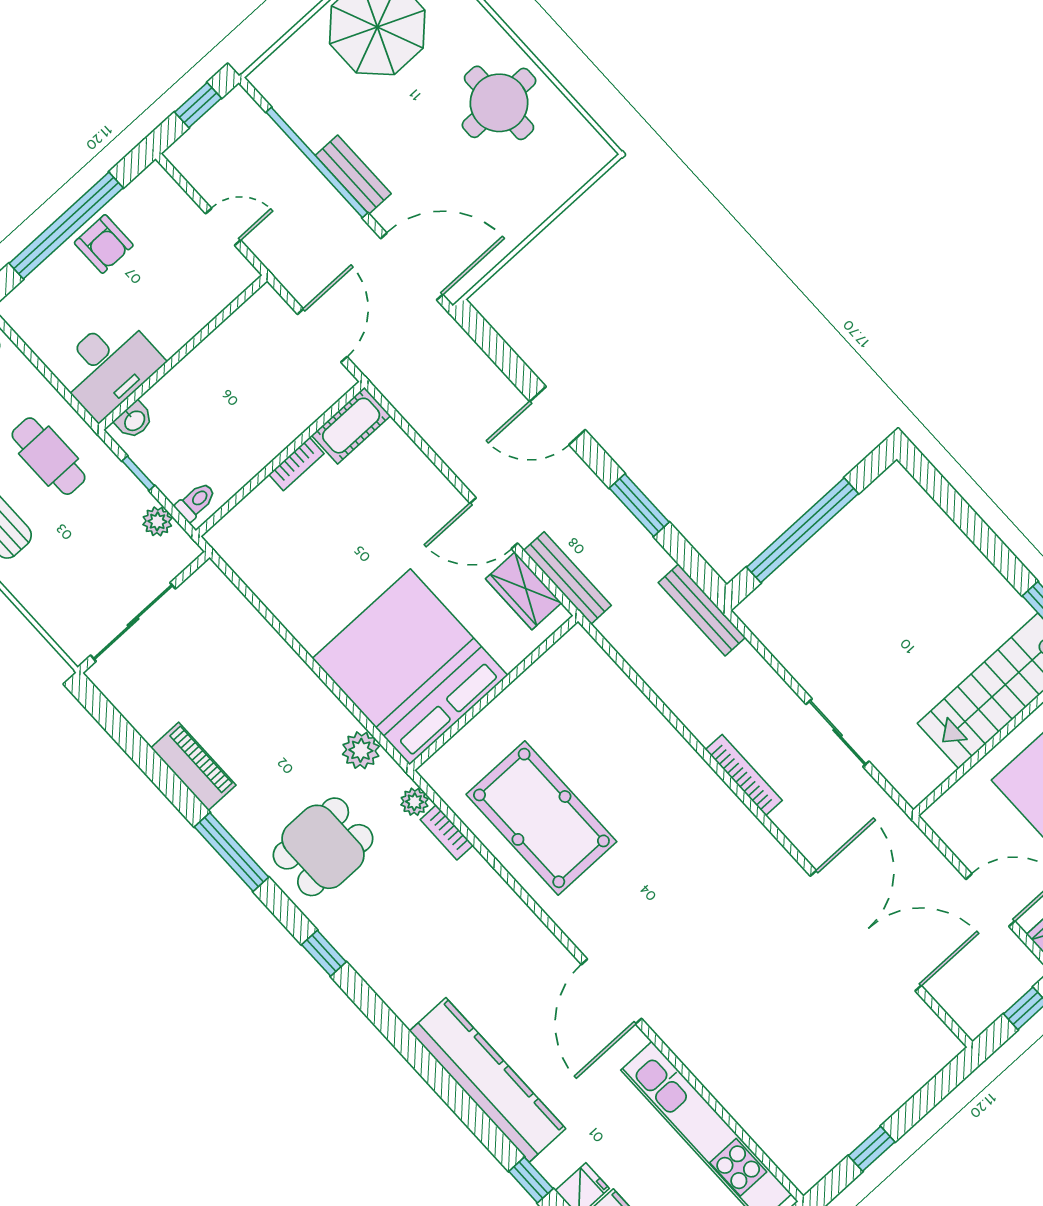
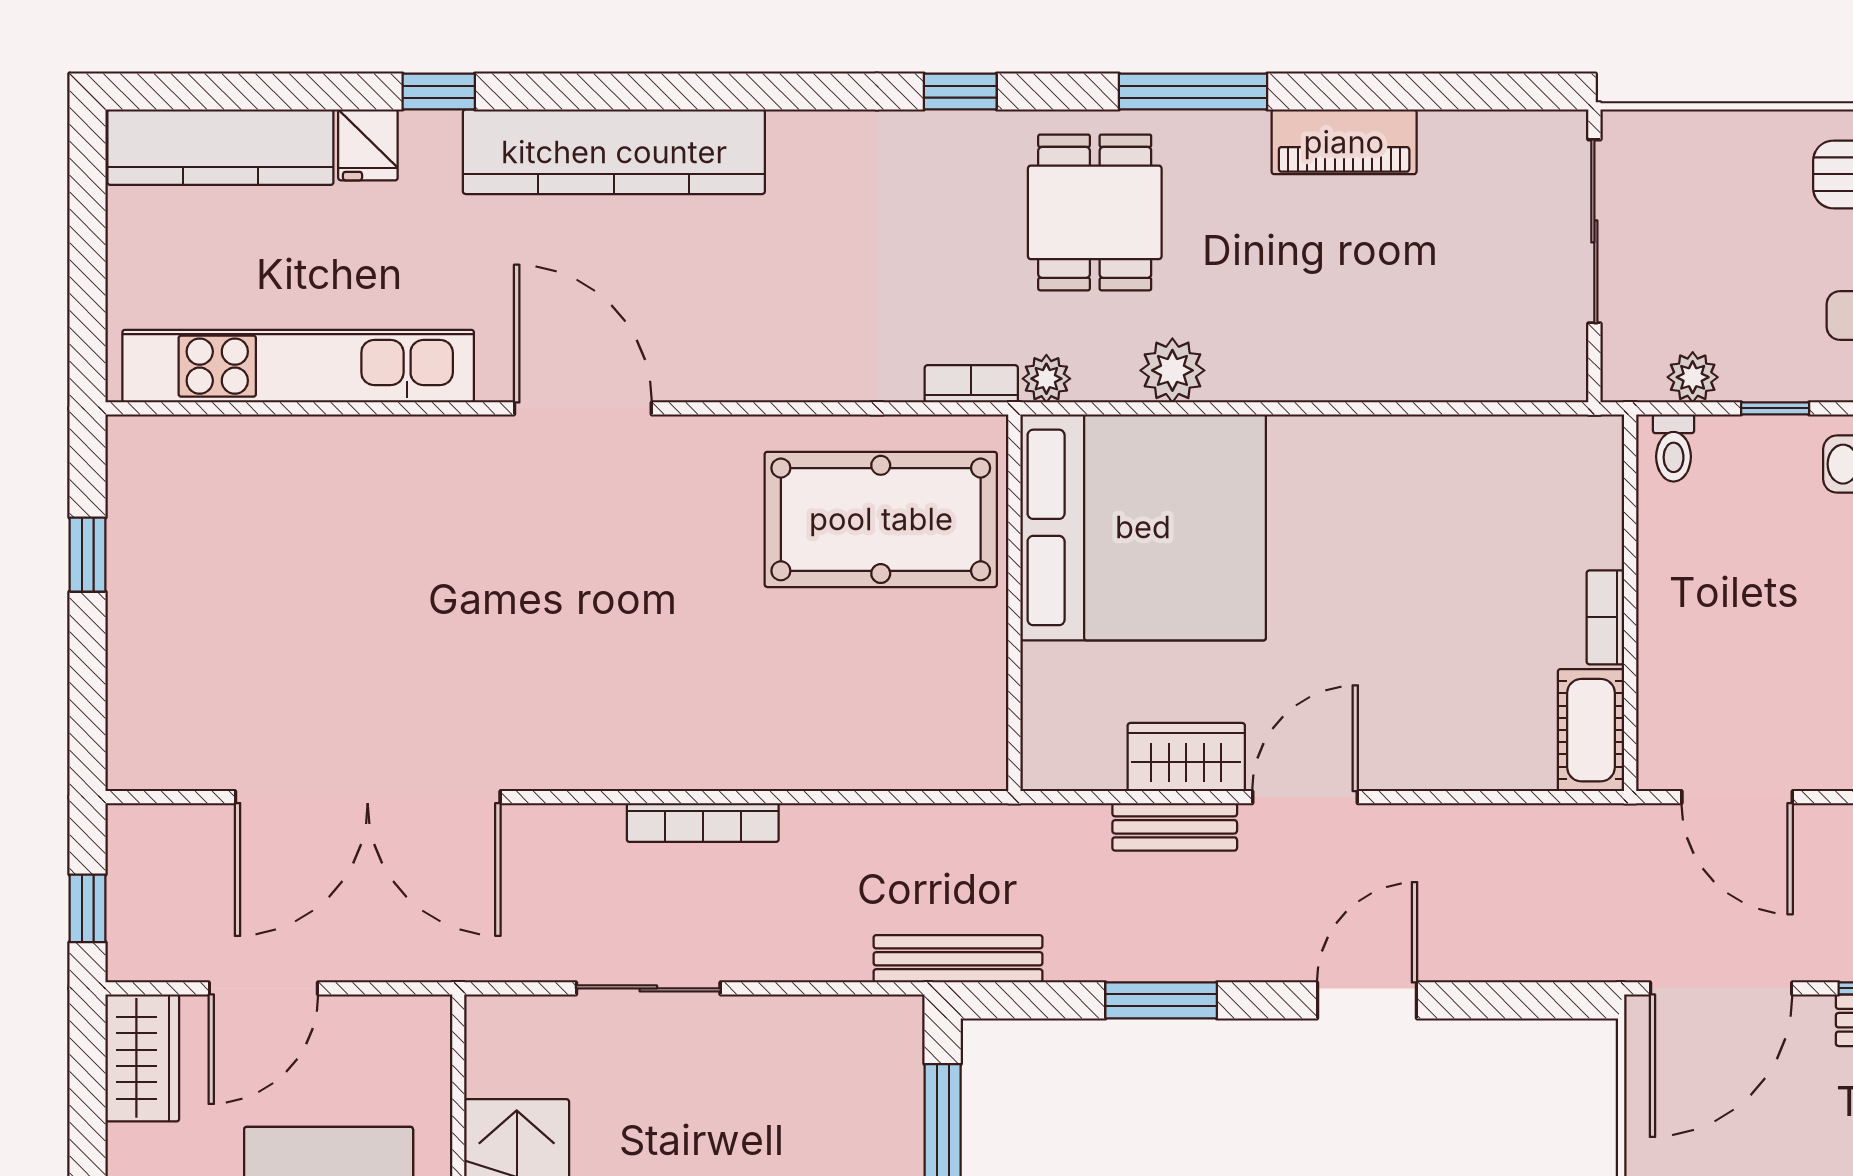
bench: (567, 578) -> (1175, 827), width x0.73
bed: (410, 667) -> (1143, 527), moved
wall: (494, 693) -> (1014, 603), moved

